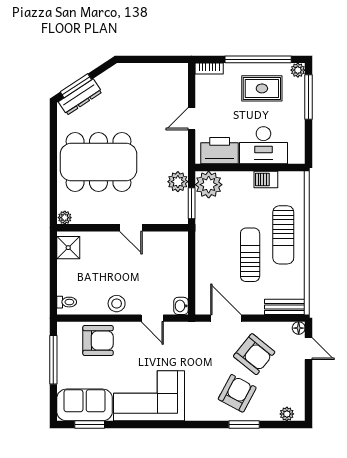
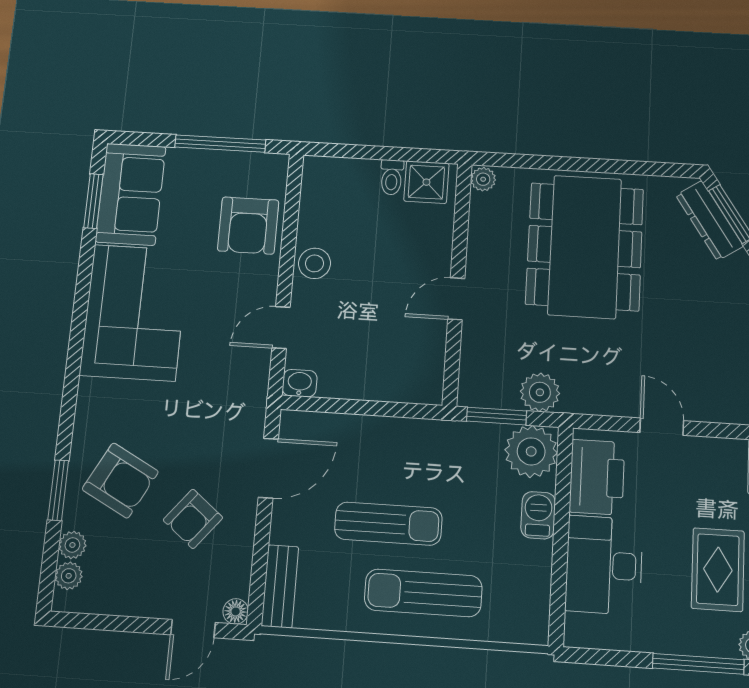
barbecue: (266, 179) -> (538, 515), moved
toilet: (67, 302) -> (392, 177), moved
armchair: (254, 354) -> (193, 519), width x0.72, depth x0.72
plant: (271, 414) -> (72, 545), added

